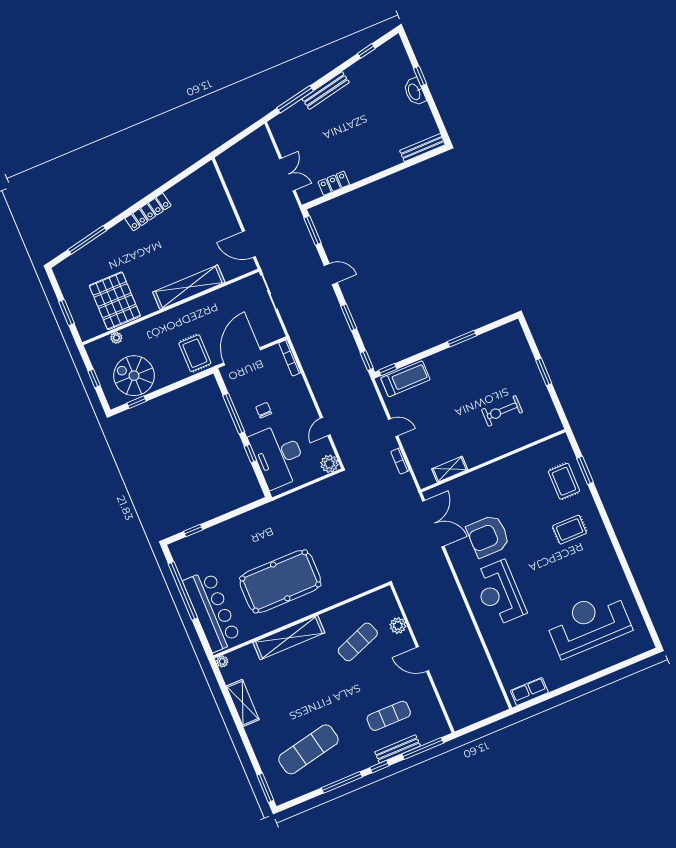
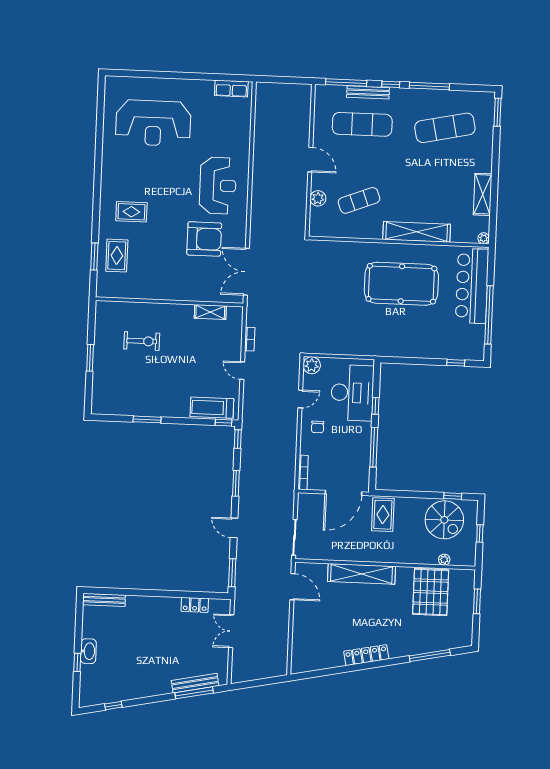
bench: (326, 91) -> (195, 683), moved
chair: (264, 410) -> (318, 427), moved
exercise mat: (389, 716) -> (362, 124), width x1.36, depth x1.45

